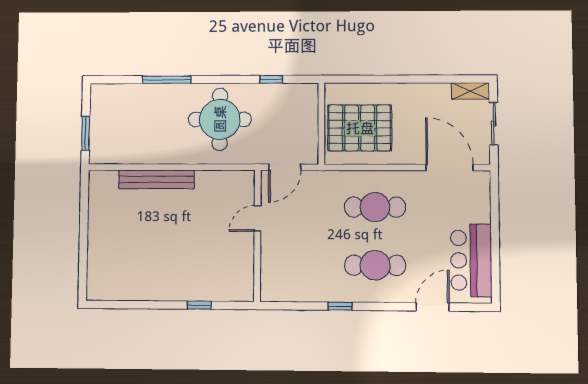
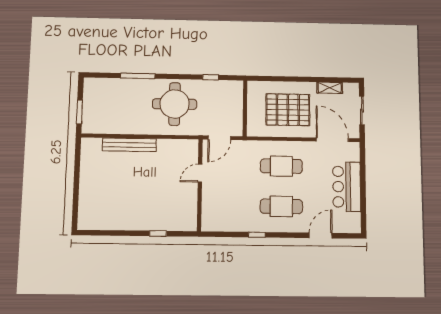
shelving: (471, 91) -> (330, 88), moved
pallet: (360, 128) -> (288, 110), moved
bar counter: (471, 260) -> (347, 187), moved

